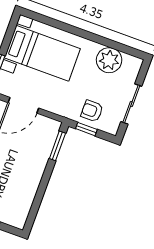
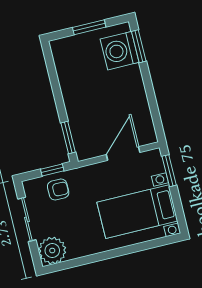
plant: (109, 60) -> (52, 251), moved

